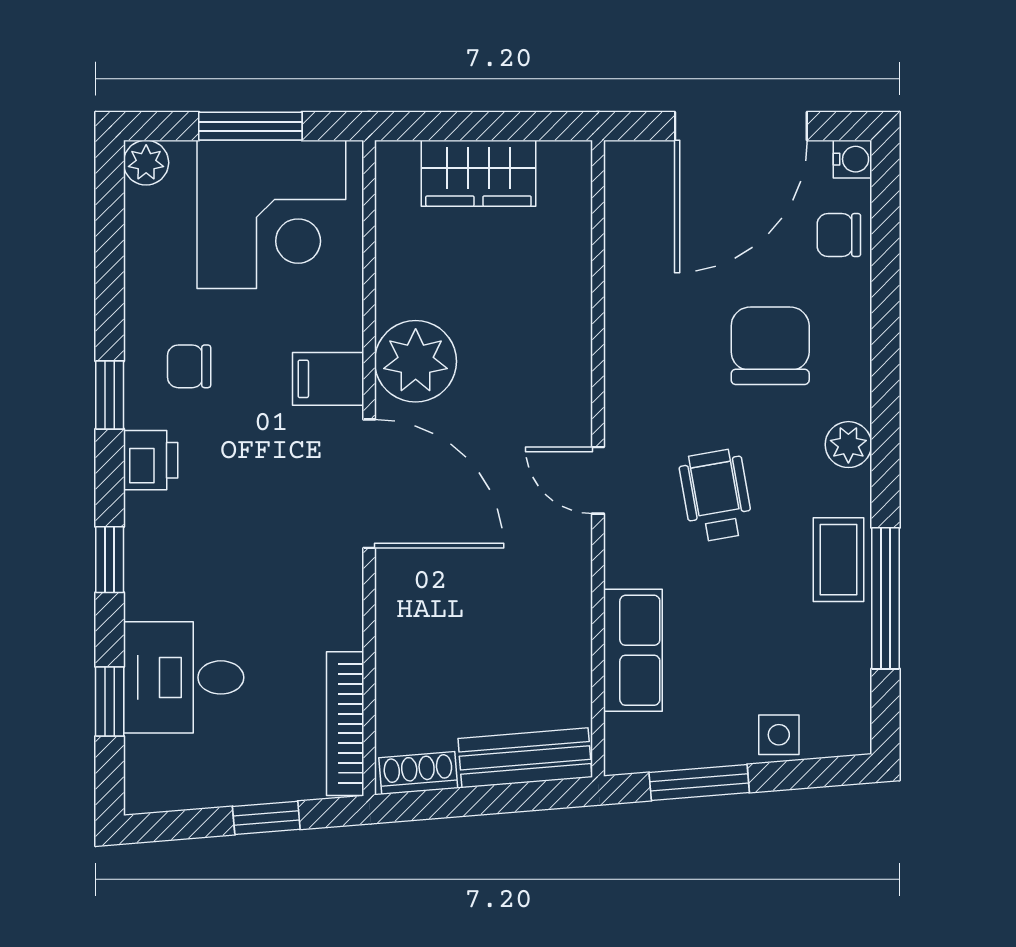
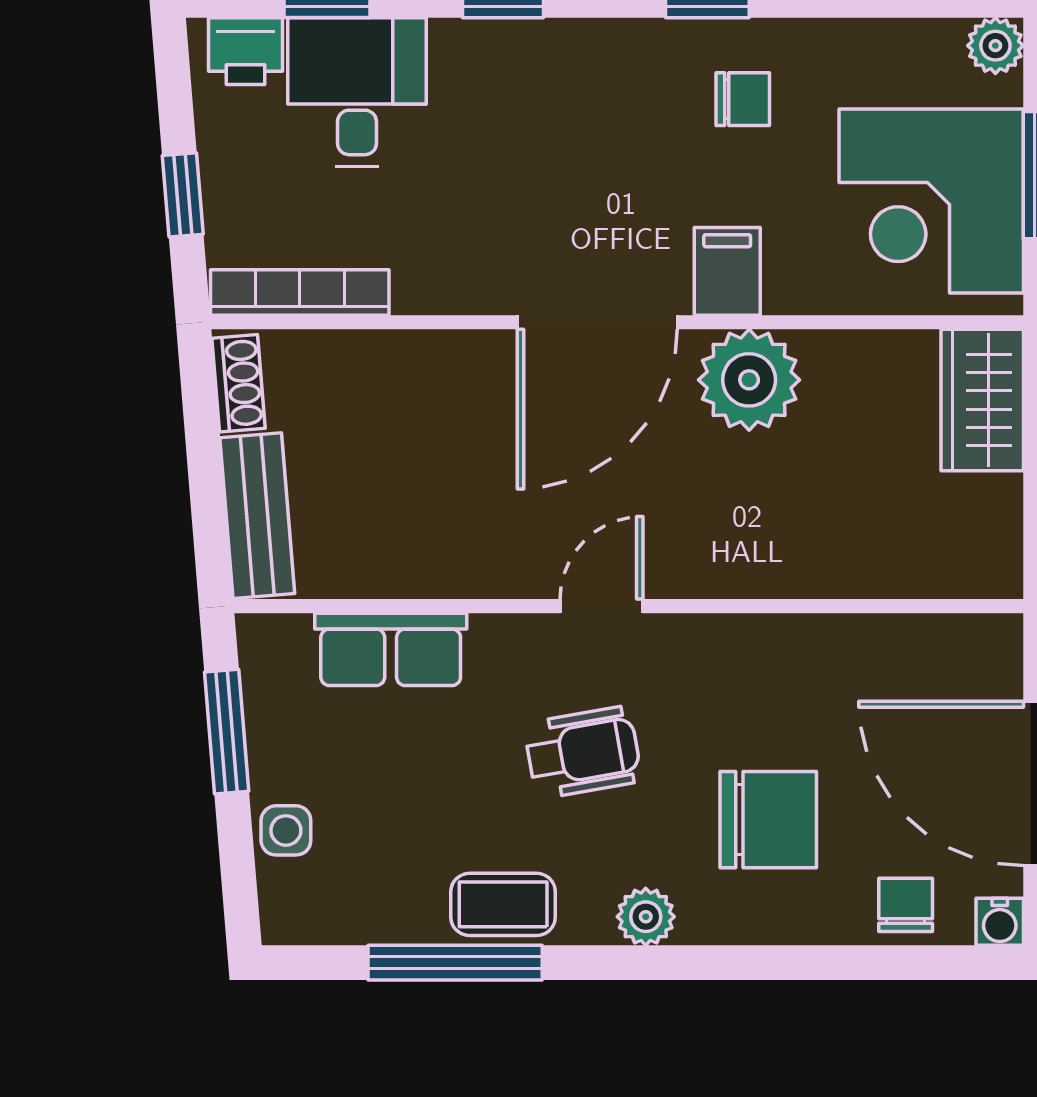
wardrobe: (478, 173) -> (982, 400), moved
chair: (189, 366) -> (743, 99), turned 90
printer: (151, 460) -> (245, 51), moved

